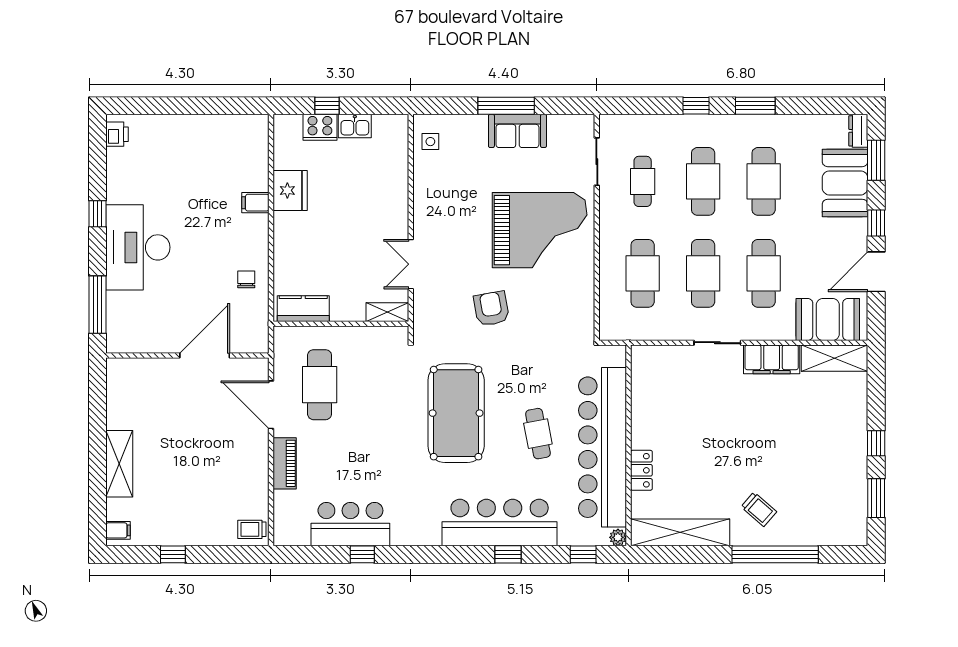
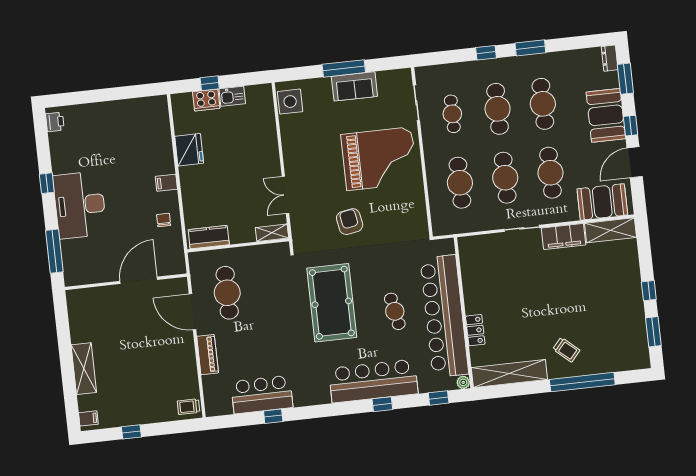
side table: (430, 142) -> (290, 102), width x1.87, depth x1.87
booth: (845, 183) -> (606, 115), moved
filing cabinet: (255, 203) -> (166, 183), moved

